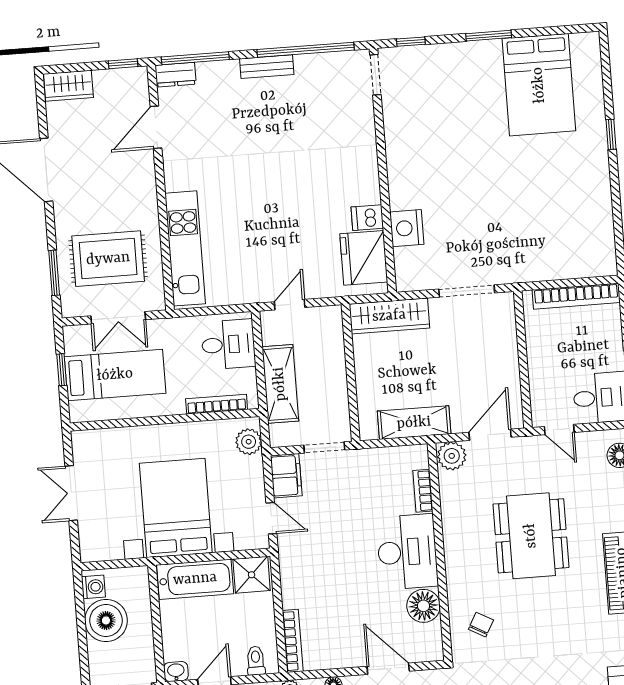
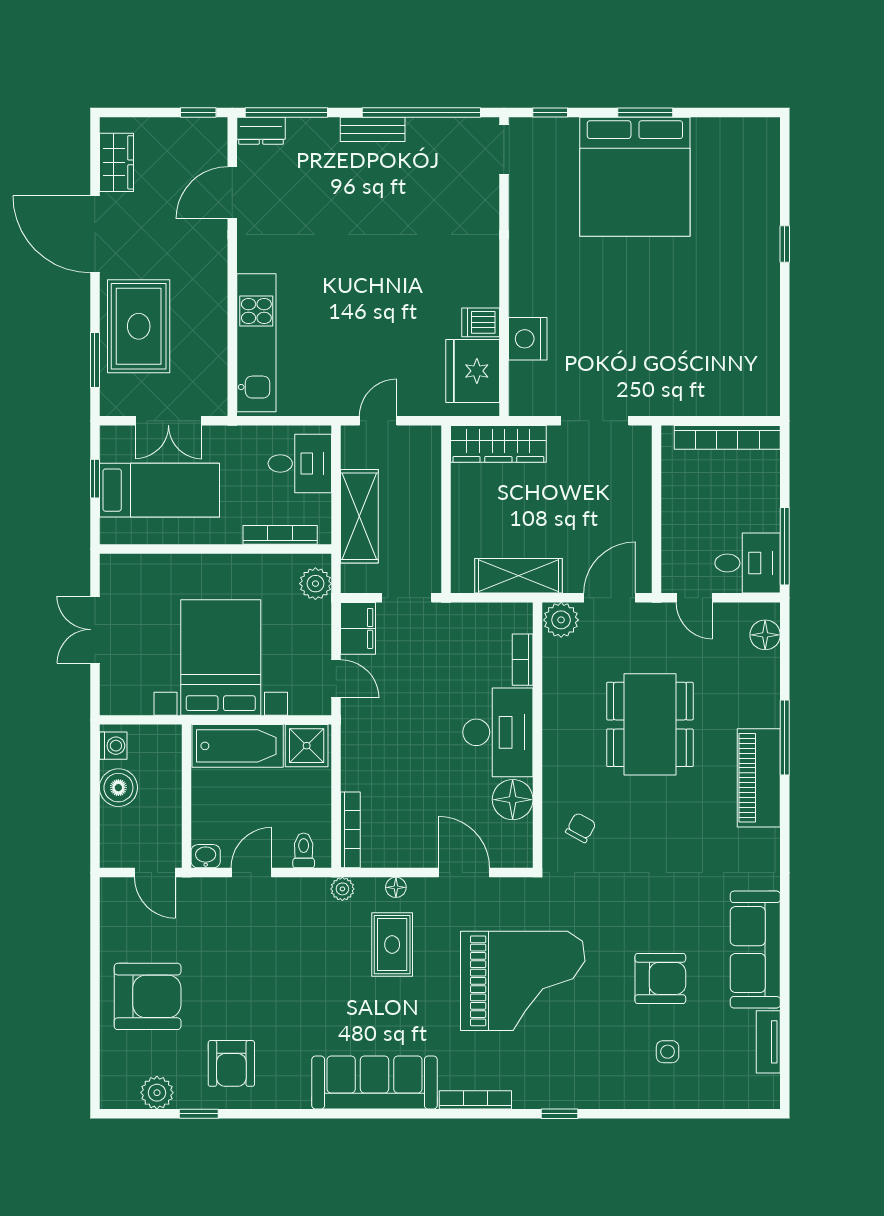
bed: (539, 85) -> (635, 177), moved, width x1.36
wardrobe: (68, 86) -> (116, 162), moved, turned -90
rug: (108, 259) -> (139, 326), moved, turned 90
boiler: (106, 620) -> (118, 788), width x0.73, depth x0.73

